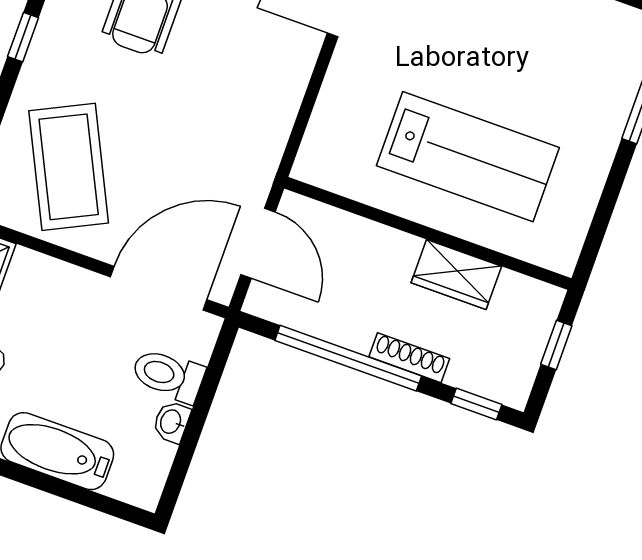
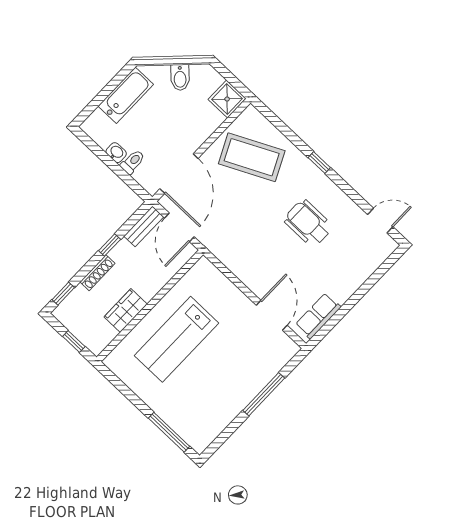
door: (258, 243) -> (179, 227), hinge flipped
bench: (286, 310) -> (144, 226), added
window: (348, 358) -> (110, 245), width x0.32
toilet: (168, 375) -> (133, 162), width x0.73, depth x0.72

